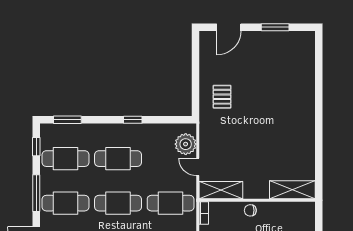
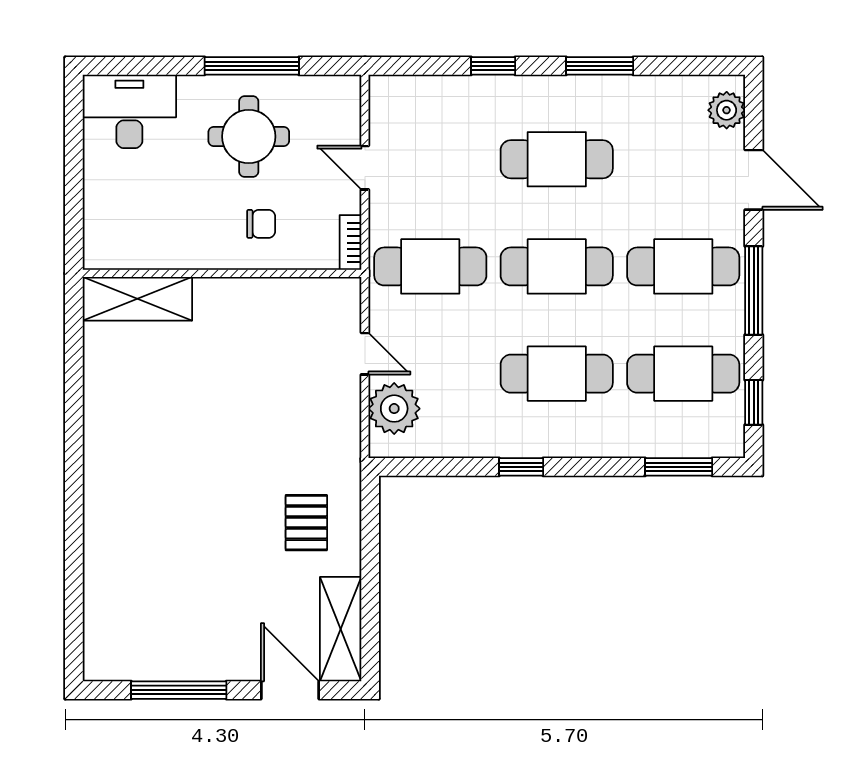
door: (229, 27) -> (290, 690), hinge flipped
window: (275, 27) -> (179, 690), width x1.44
shelving: (221, 190) -> (341, 629), moved, turned 90
chair: (250, 210) -> (261, 224), moved

